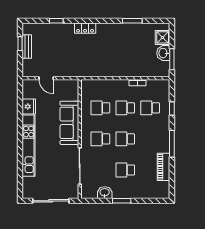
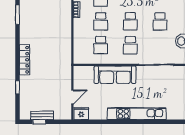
locker: (85, 28) -> (25, 60), width x1.53
fridge: (29, 106) -> (81, 113), moved

